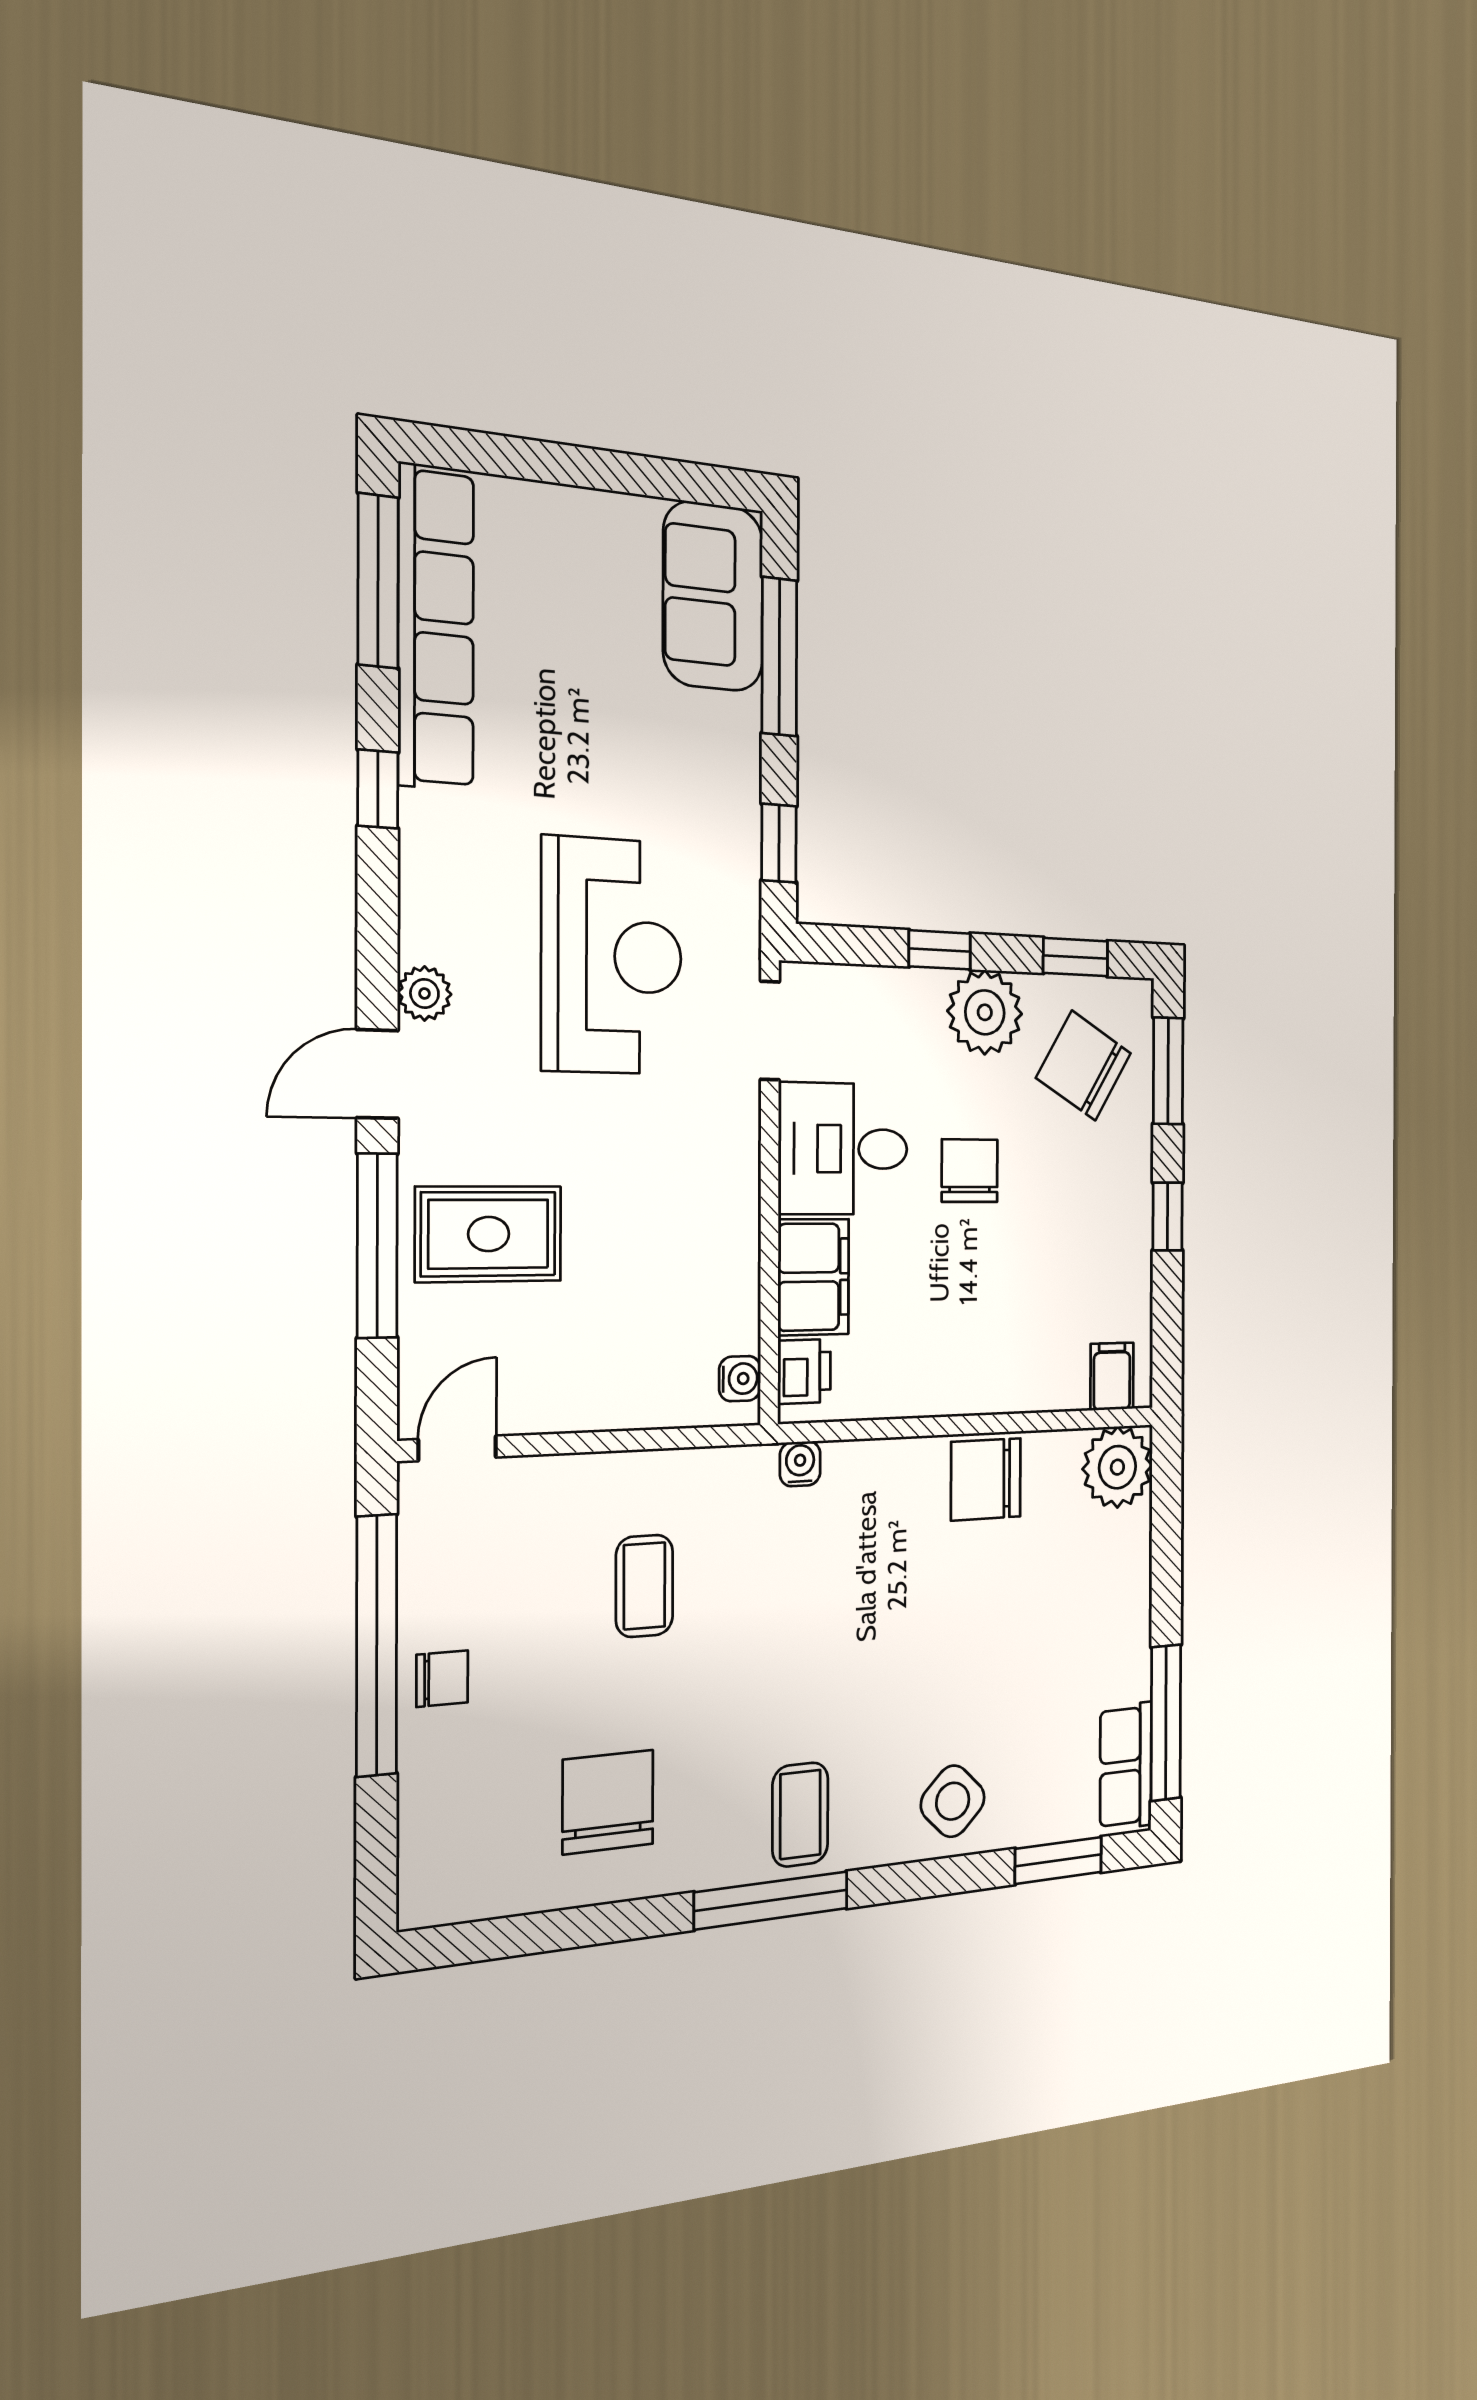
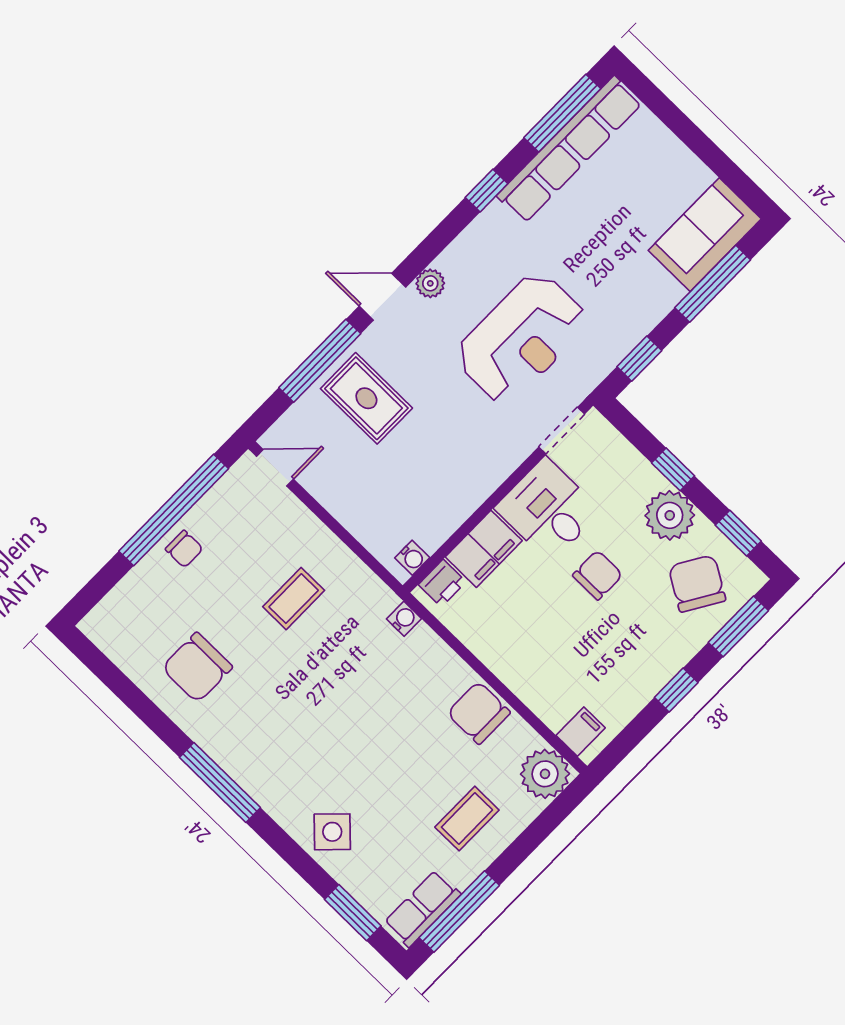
chair: (608, 1802) -> (197, 667), turned 180
coffee table: (800, 1815) -> (467, 819), moved

